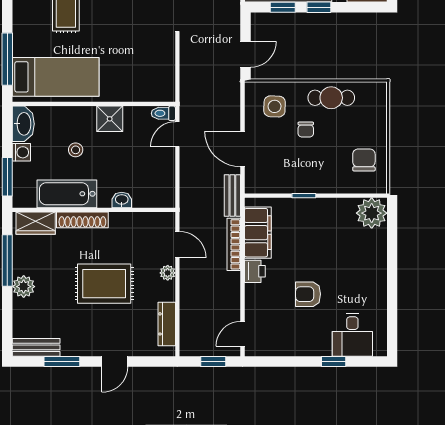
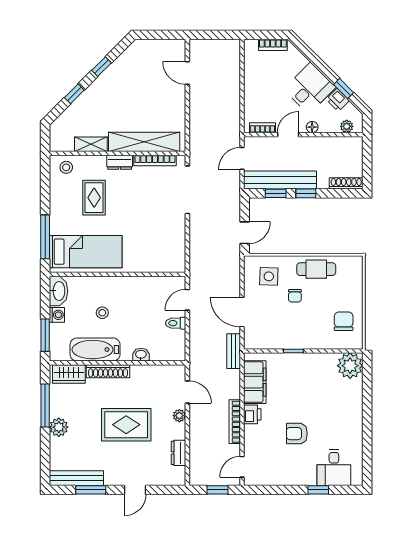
toilet: (163, 113) -> (176, 323), moved
shower: (110, 119) -> (131, 287), removed
bookcase: (234, 244) -> (235, 422), moved
dresser: (167, 324) -> (179, 453), width x0.70
bench: (36, 347) -> (76, 478), width x1.36

